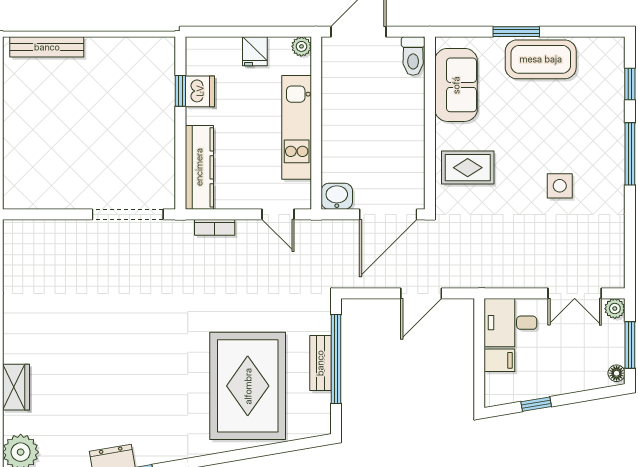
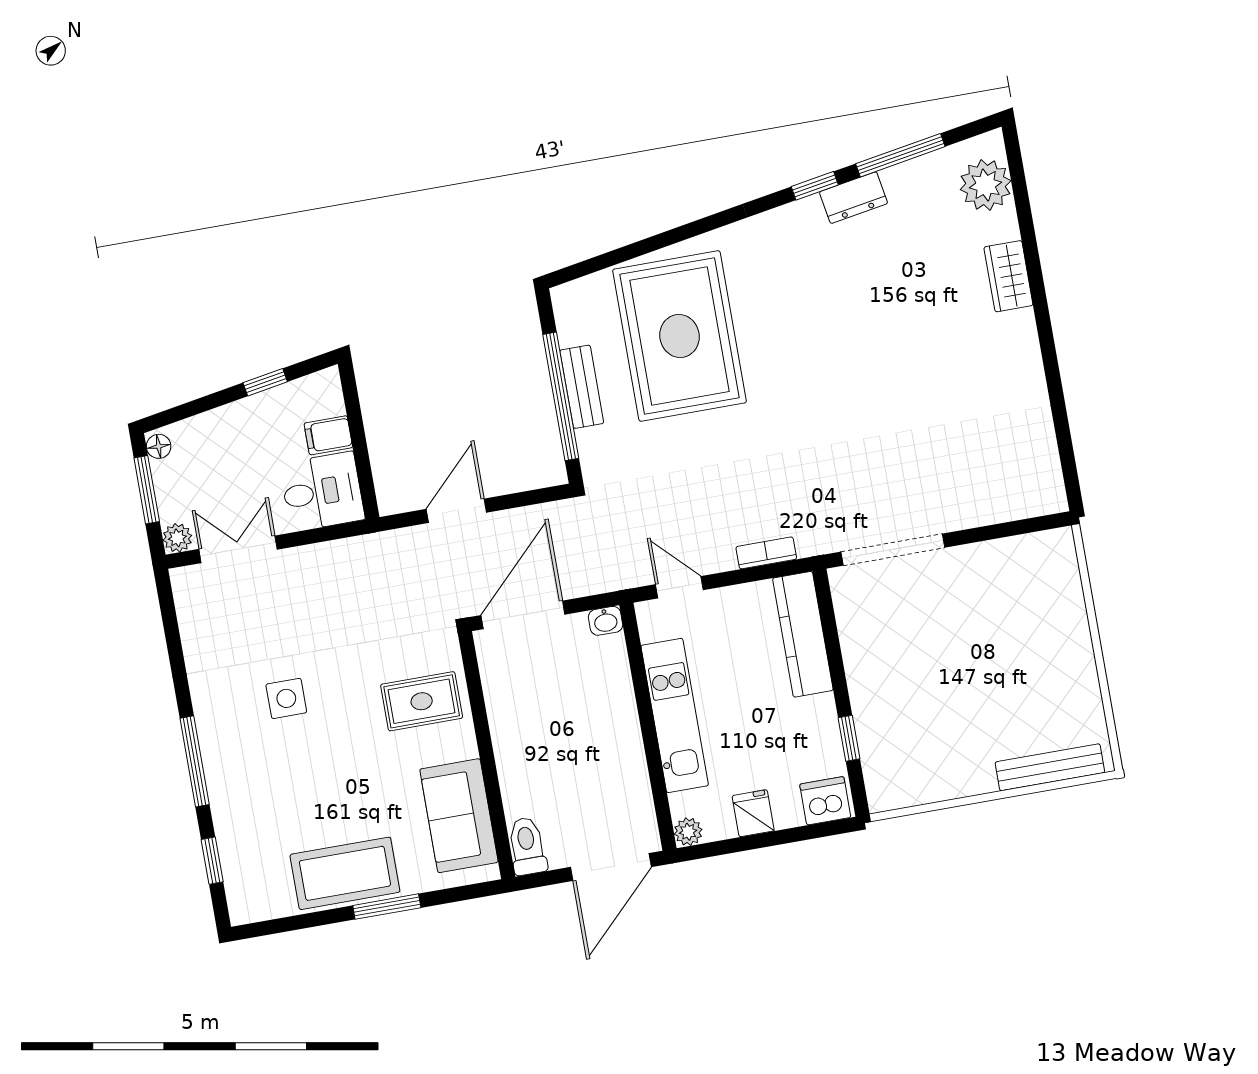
dishwasher: (200, 91) -> (825, 801), moved, turned 90
washbasin: (337, 196) -> (606, 621), width x0.72, depth x0.69

